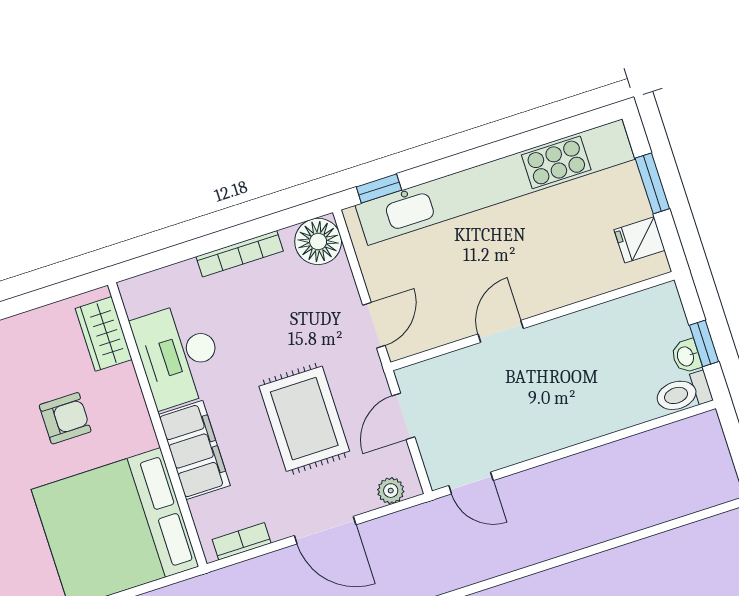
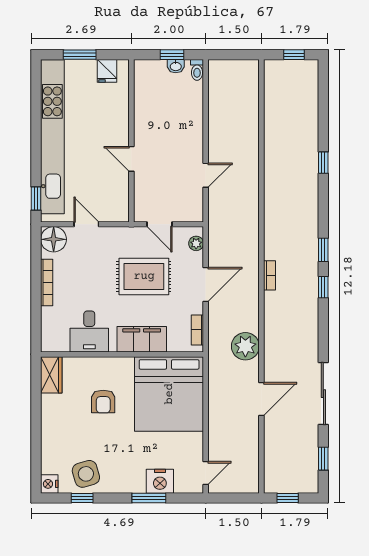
door: (374, 325) -> (86, 224), moved
wardrobe: (104, 334) -> (51, 375), moved, turned -90
desk: (179, 355) -> (89, 331), width x0.73
toilet: (683, 393) -> (197, 70), width x0.73, depth x0.72
armchair: (65, 418) -> (103, 402), turned 180
door: (471, 483) -> (206, 175), moved

